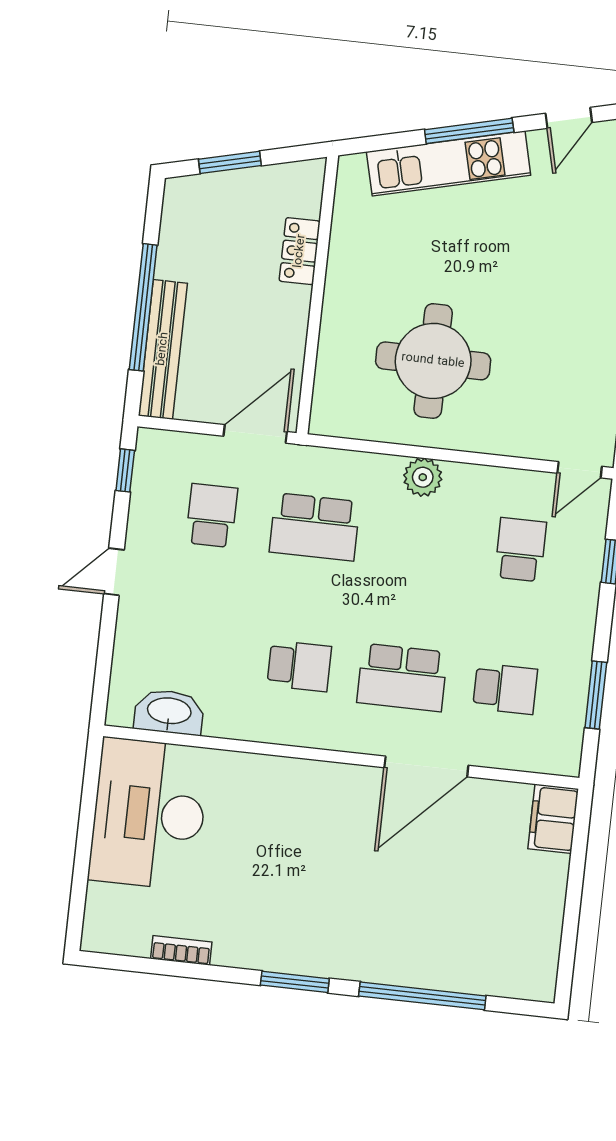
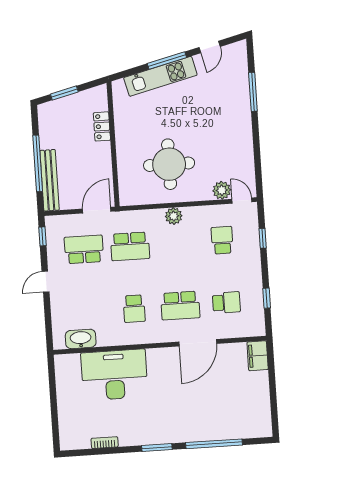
plant: (539, 439) -> (222, 190), added
door: (580, 470) -> (242, 201), swing flipped
school desk: (212, 516) -> (84, 249), width x1.85
school desk: (299, 666) -> (134, 309), turned 90
window: (596, 695) -> (267, 298), width x0.67
desk: (149, 814) -> (114, 375), moved, turned 90

